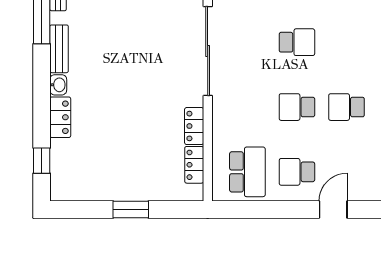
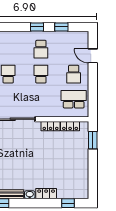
school desk: (297, 107) -> (41, 74), turned 180
window: (131, 210) -> (93, 140), moved

